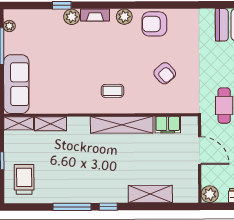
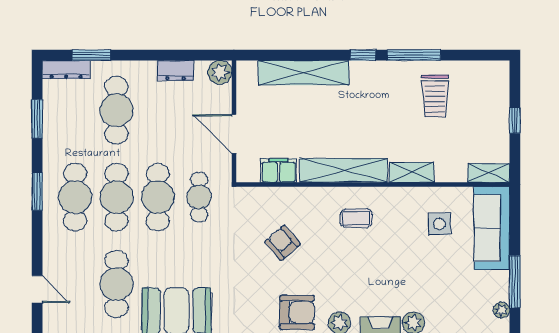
side table: (53, 87) -> (439, 224), added
shelving: (51, 124) -> (412, 172), moved
trolley: (24, 179) -> (435, 96), moved
shelving: (150, 194) -> (304, 73), width x1.47

